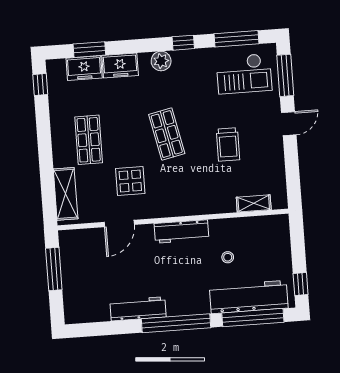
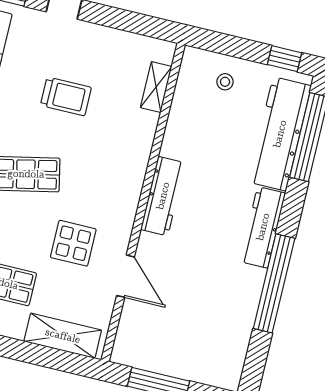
stool: (228, 257) -> (225, 82), moved
workbench: (138, 309) -> (263, 227), moved
window: (176, 323) -> (274, 283), moved

